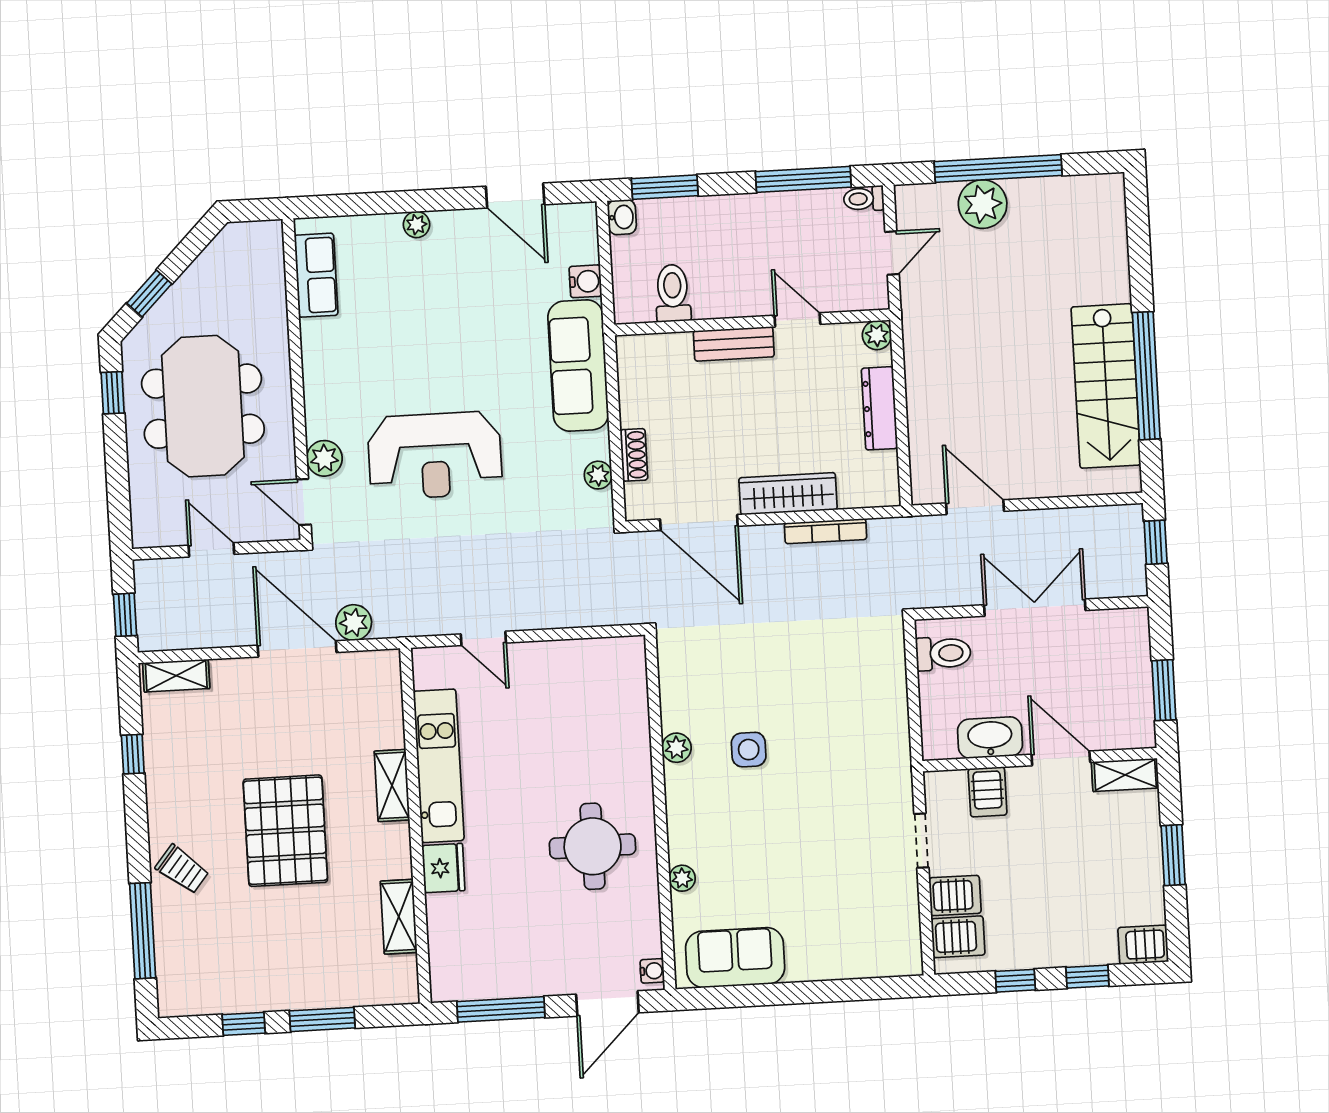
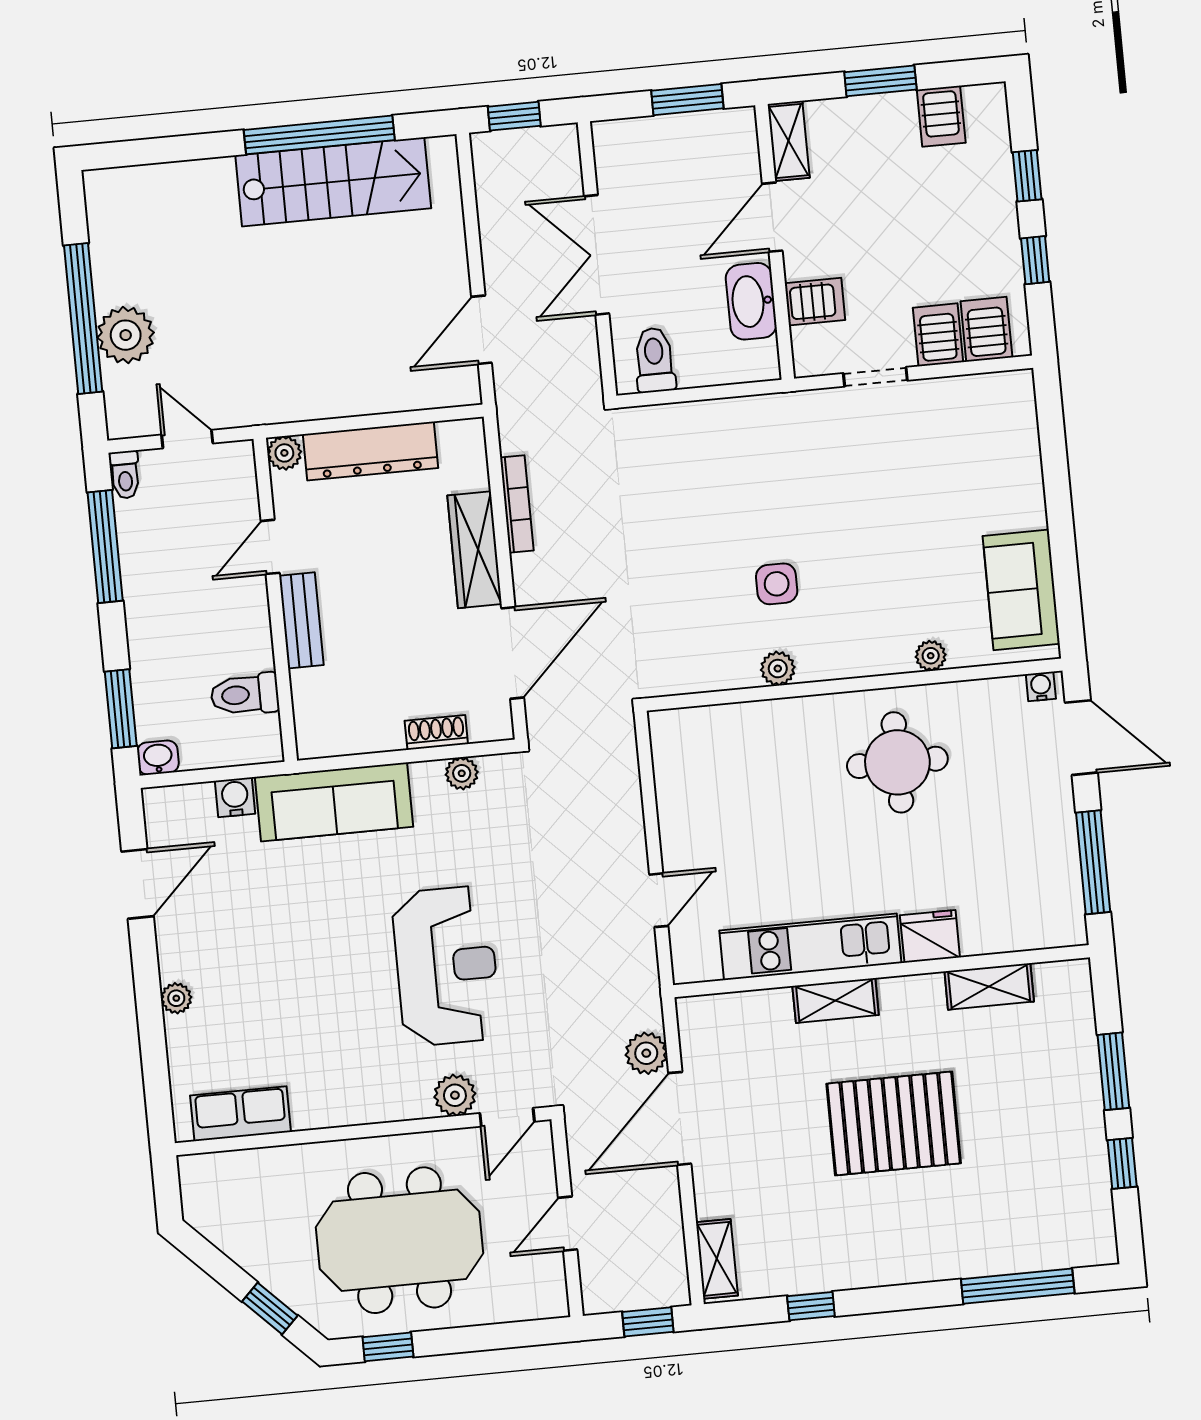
dresser: (879, 408) -> (371, 451), width x1.37, depth x1.24
trolley: (182, 869) -> (944, 1243), removed
server rack: (1143, 945) -> (941, 116), moved

